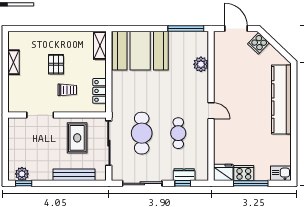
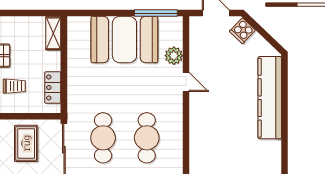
booth: (140, 51) -> (124, 39), moved
door: (211, 111) -> (186, 82), moved
cafe table: (178, 133) -> (147, 138), width x1.37, depth x1.35

